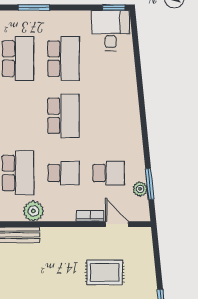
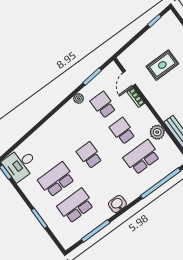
school desk: (63, 116) -> (89, 155), width x0.54
plant: (140, 189) -> (79, 98), moved
rug: (105, 272) -> (162, 65), turned 90

